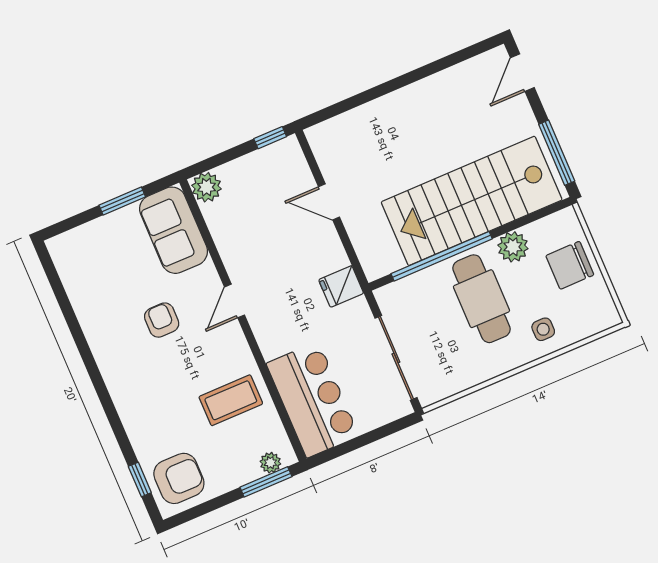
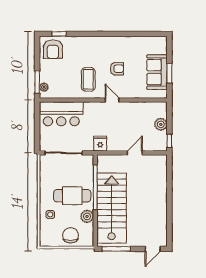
door: (522, 73) -> (153, 249), swing flipped
plant: (206, 187) -> (161, 124), moved
sofa: (174, 230) -> (157, 72), moved, turned -90
coffee table: (231, 400) -> (88, 79), moved

